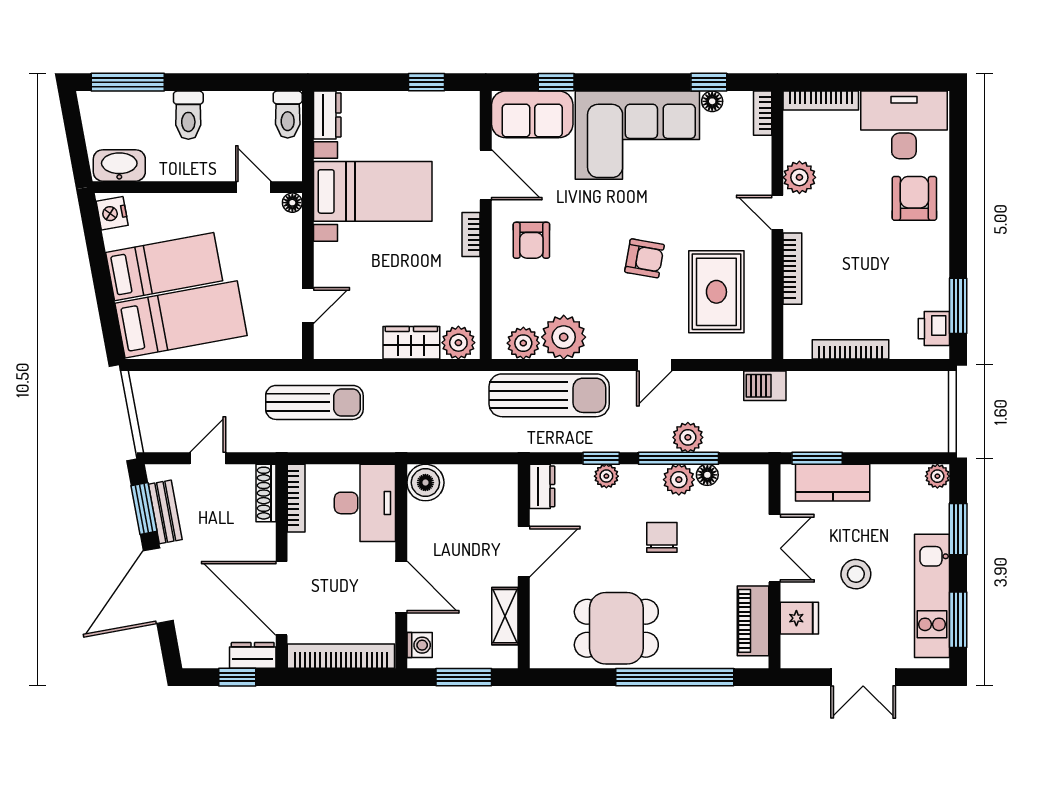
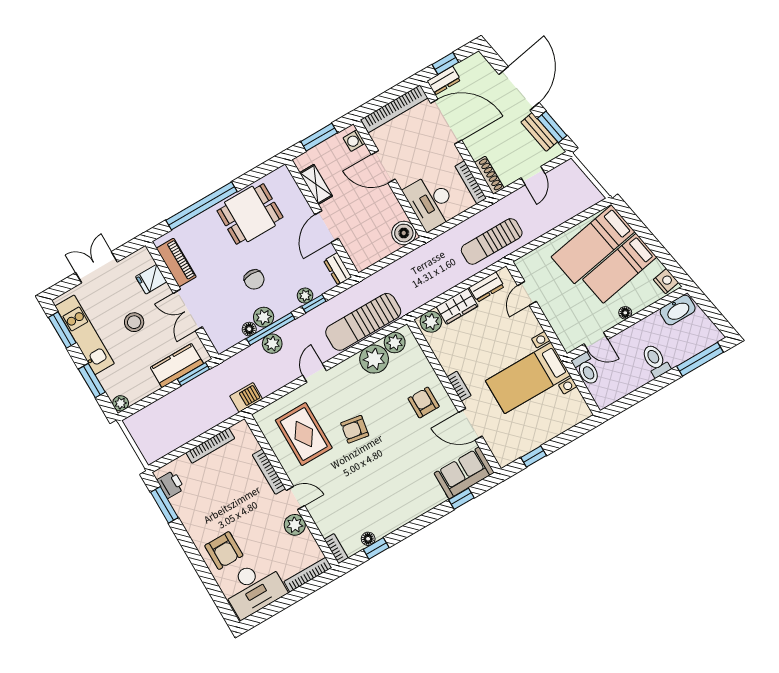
toilet: (288, 115) -> (586, 369), moved, turned 180
dresser: (327, 115) -> (487, 287), moved, turned -90
corner sofa: (637, 135) -> (399, 496), removed
floor lamp: (292, 203) -> (625, 313), moved

